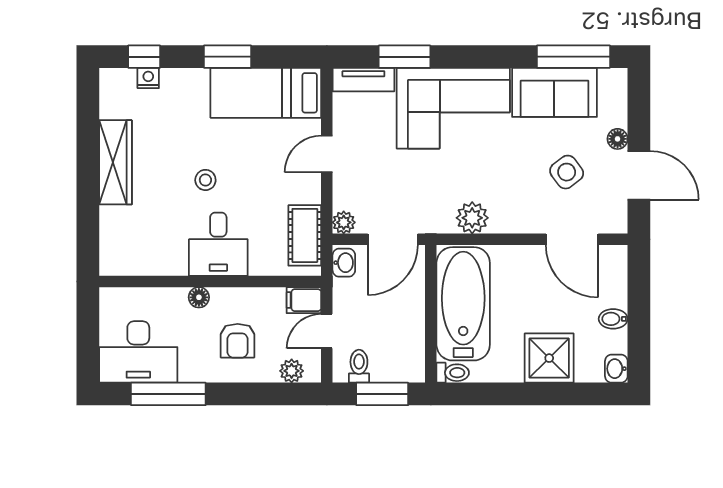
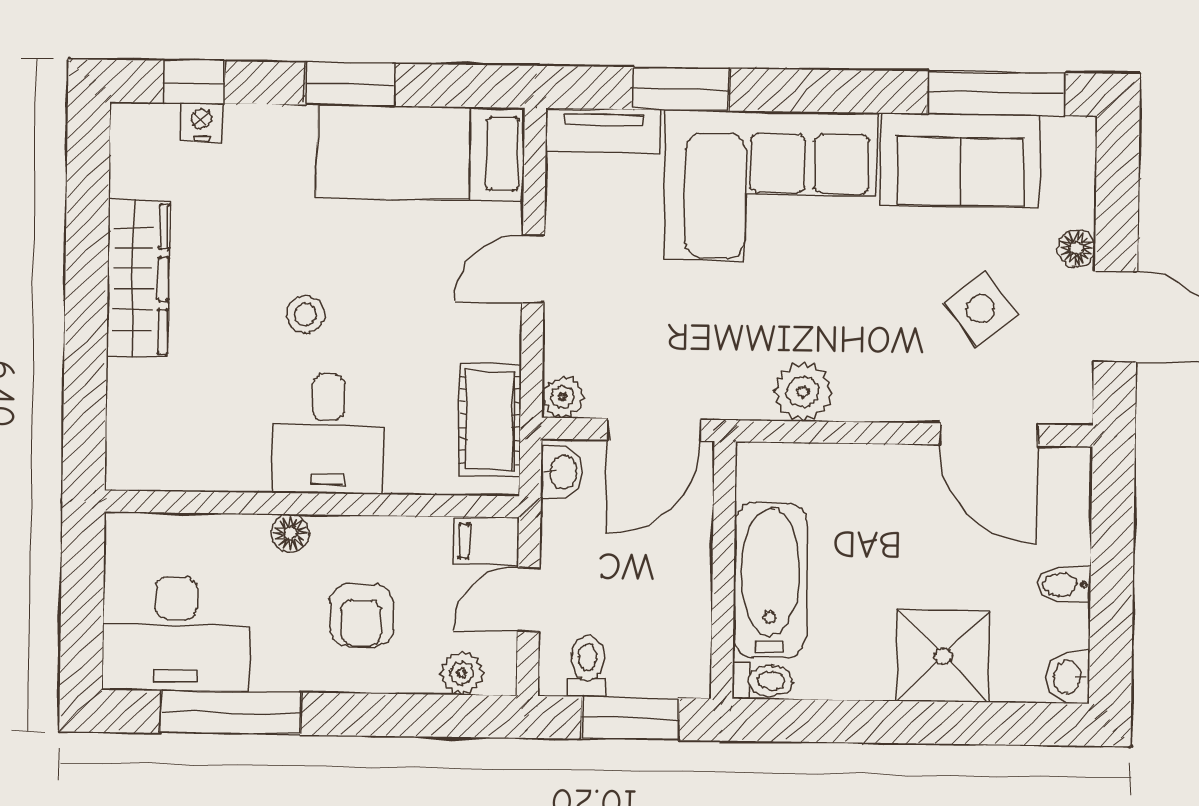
bathtub: (463, 304) -> (770, 580), width x0.73, depth x0.73

